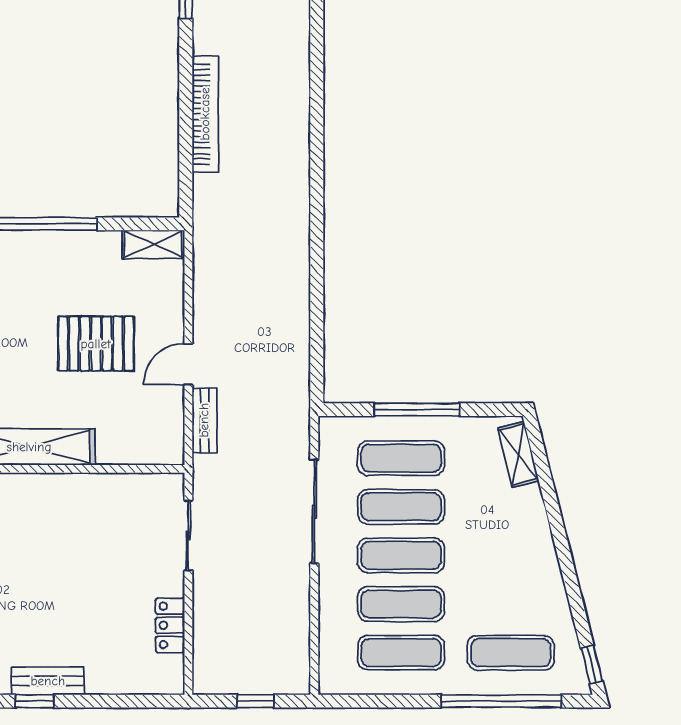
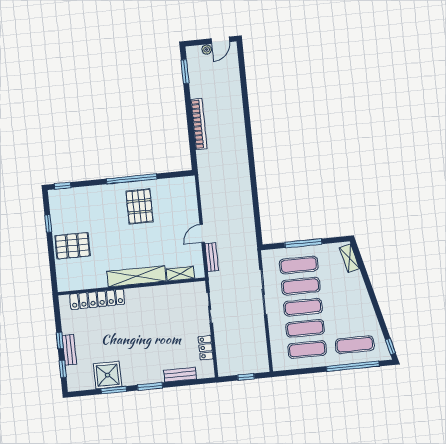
shelving: (153, 244) -> (180, 274), moved
pallet: (96, 344) -> (140, 206), moved, turned 90
bench: (48, 681) -> (180, 375), moved
window: (35, 701) -> (150, 386), width x1.50

